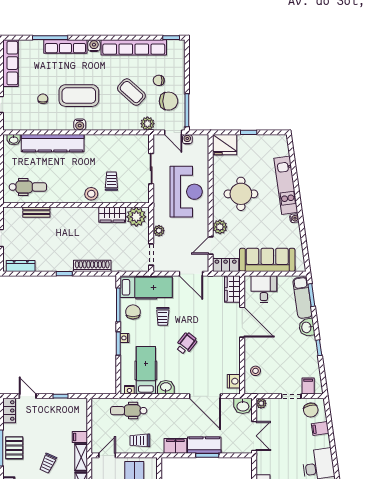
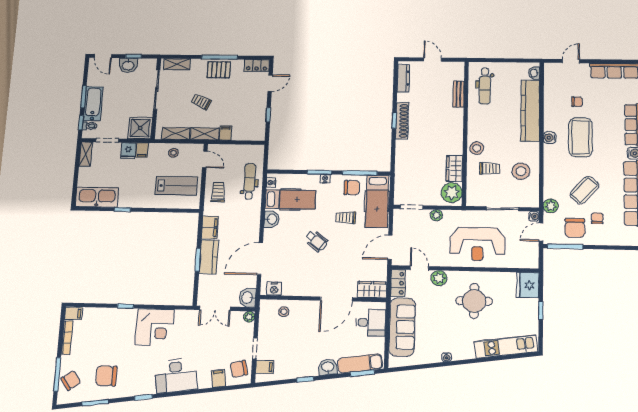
water cooler: (187, 139) -> (534, 216), moved
stool: (114, 152) -> (521, 171), added
kitchen unit: (286, 185) -> (506, 346), moved
shoe rack: (92, 266) -> (402, 121), moved

